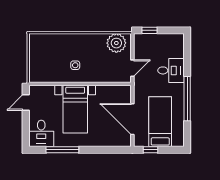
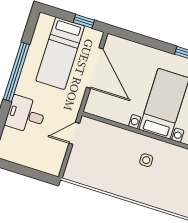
window: (149, 30) -> (37, 175), removed
plant: (116, 43) -> (85, 172), removed

